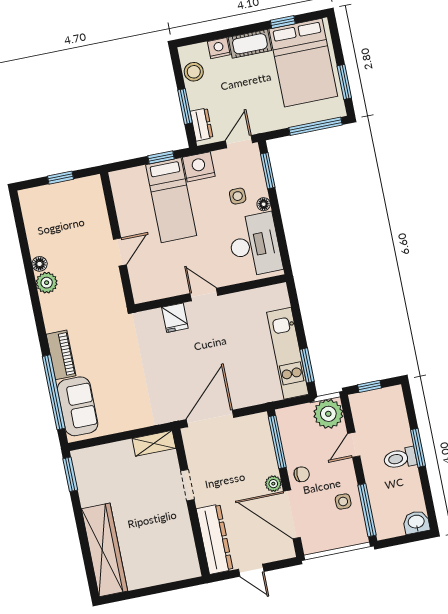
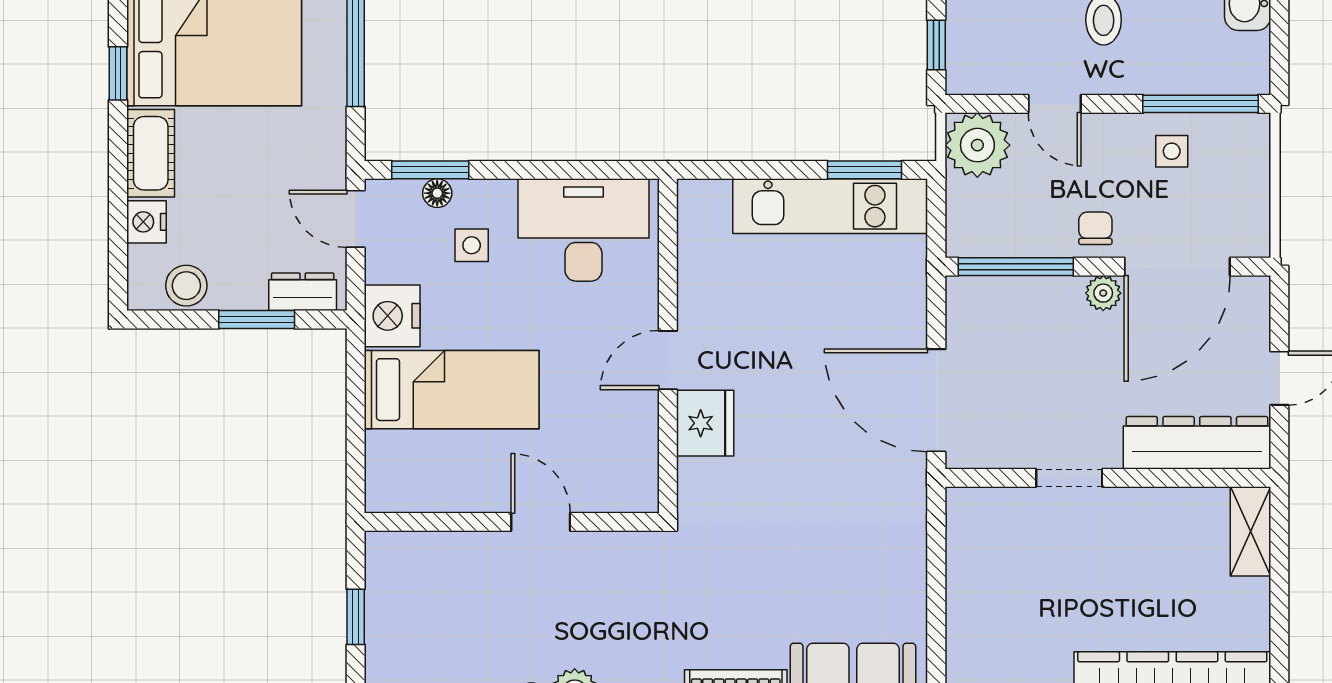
window: (161, 157) -> (356, 393), removed
floor lamp: (264, 204) -> (437, 193), moved
fridge: (175, 318) -> (705, 423), width x1.38
shelving: (154, 443) -> (1250, 531), moved

